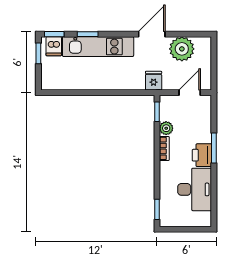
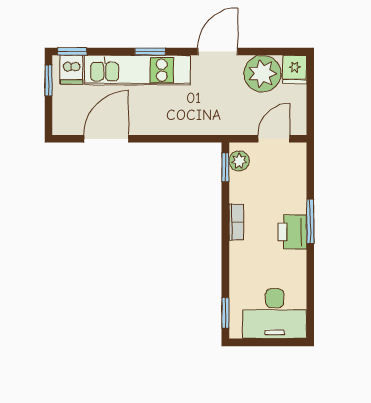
window: (88, 34) -> (150, 52), moved
fridge: (154, 81) -> (295, 69), moved, turned 180
door: (77, 93) -> (106, 139), added
plant: (166, 128) -> (239, 161), moved
desk: (195, 189) -> (275, 314), moved, turned 90

